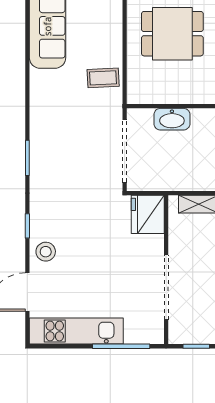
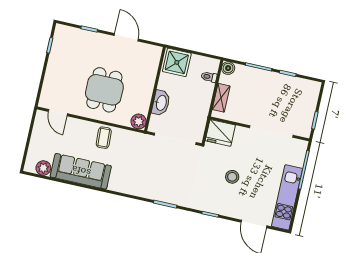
coffee table: (103, 78) -> (104, 138), moved
plant: (138, 93) -> (139, 121), added
stool: (46, 252) -> (232, 177), moved

